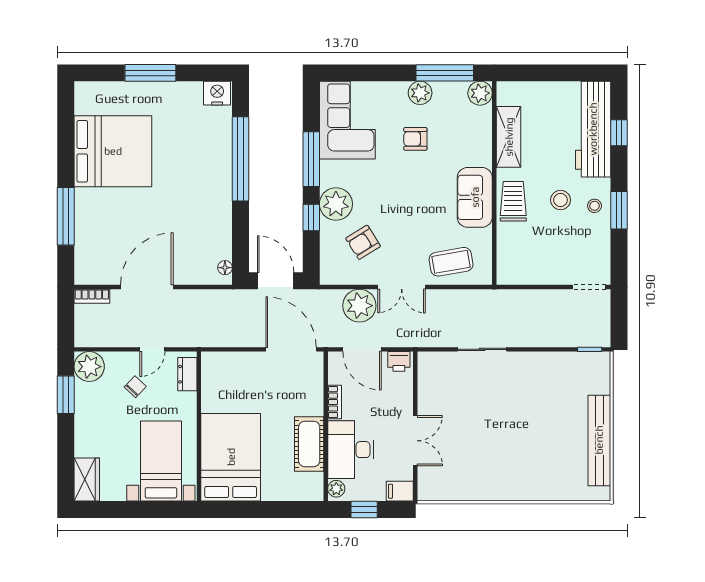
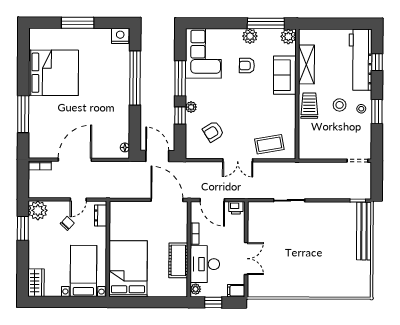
sofa: (475, 197) -> (285, 75), moved
plant: (336, 204) -> (191, 107), width x0.53, depth x0.53
plant: (359, 306) -> (211, 172), removed
bench: (599, 440) -> (364, 231), moved

